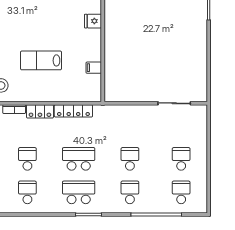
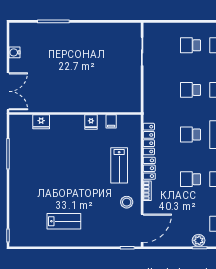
fridge: (93, 21) -> (91, 122), moved
lab bench: (41, 60) -> (119, 165), moved
school desk: (79, 159) -> (191, 135), width x0.54

